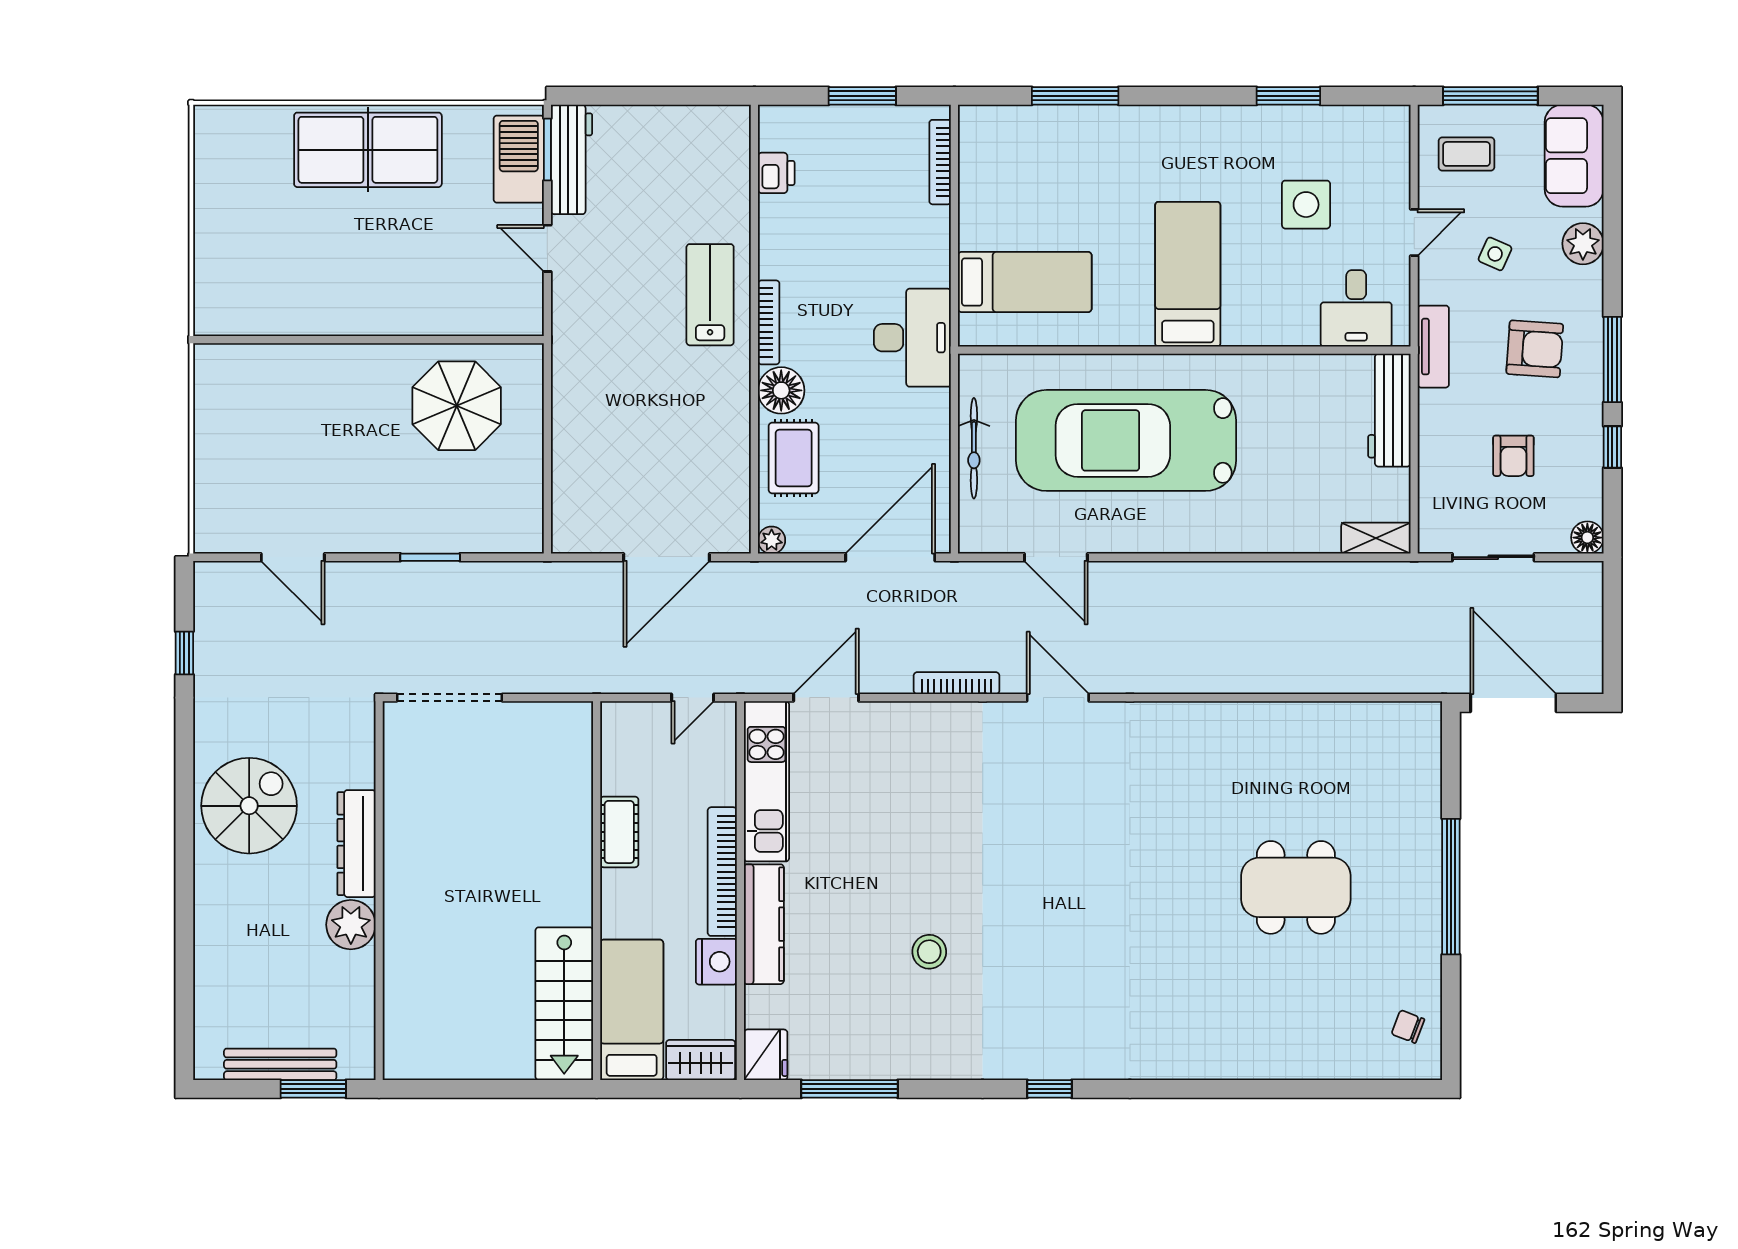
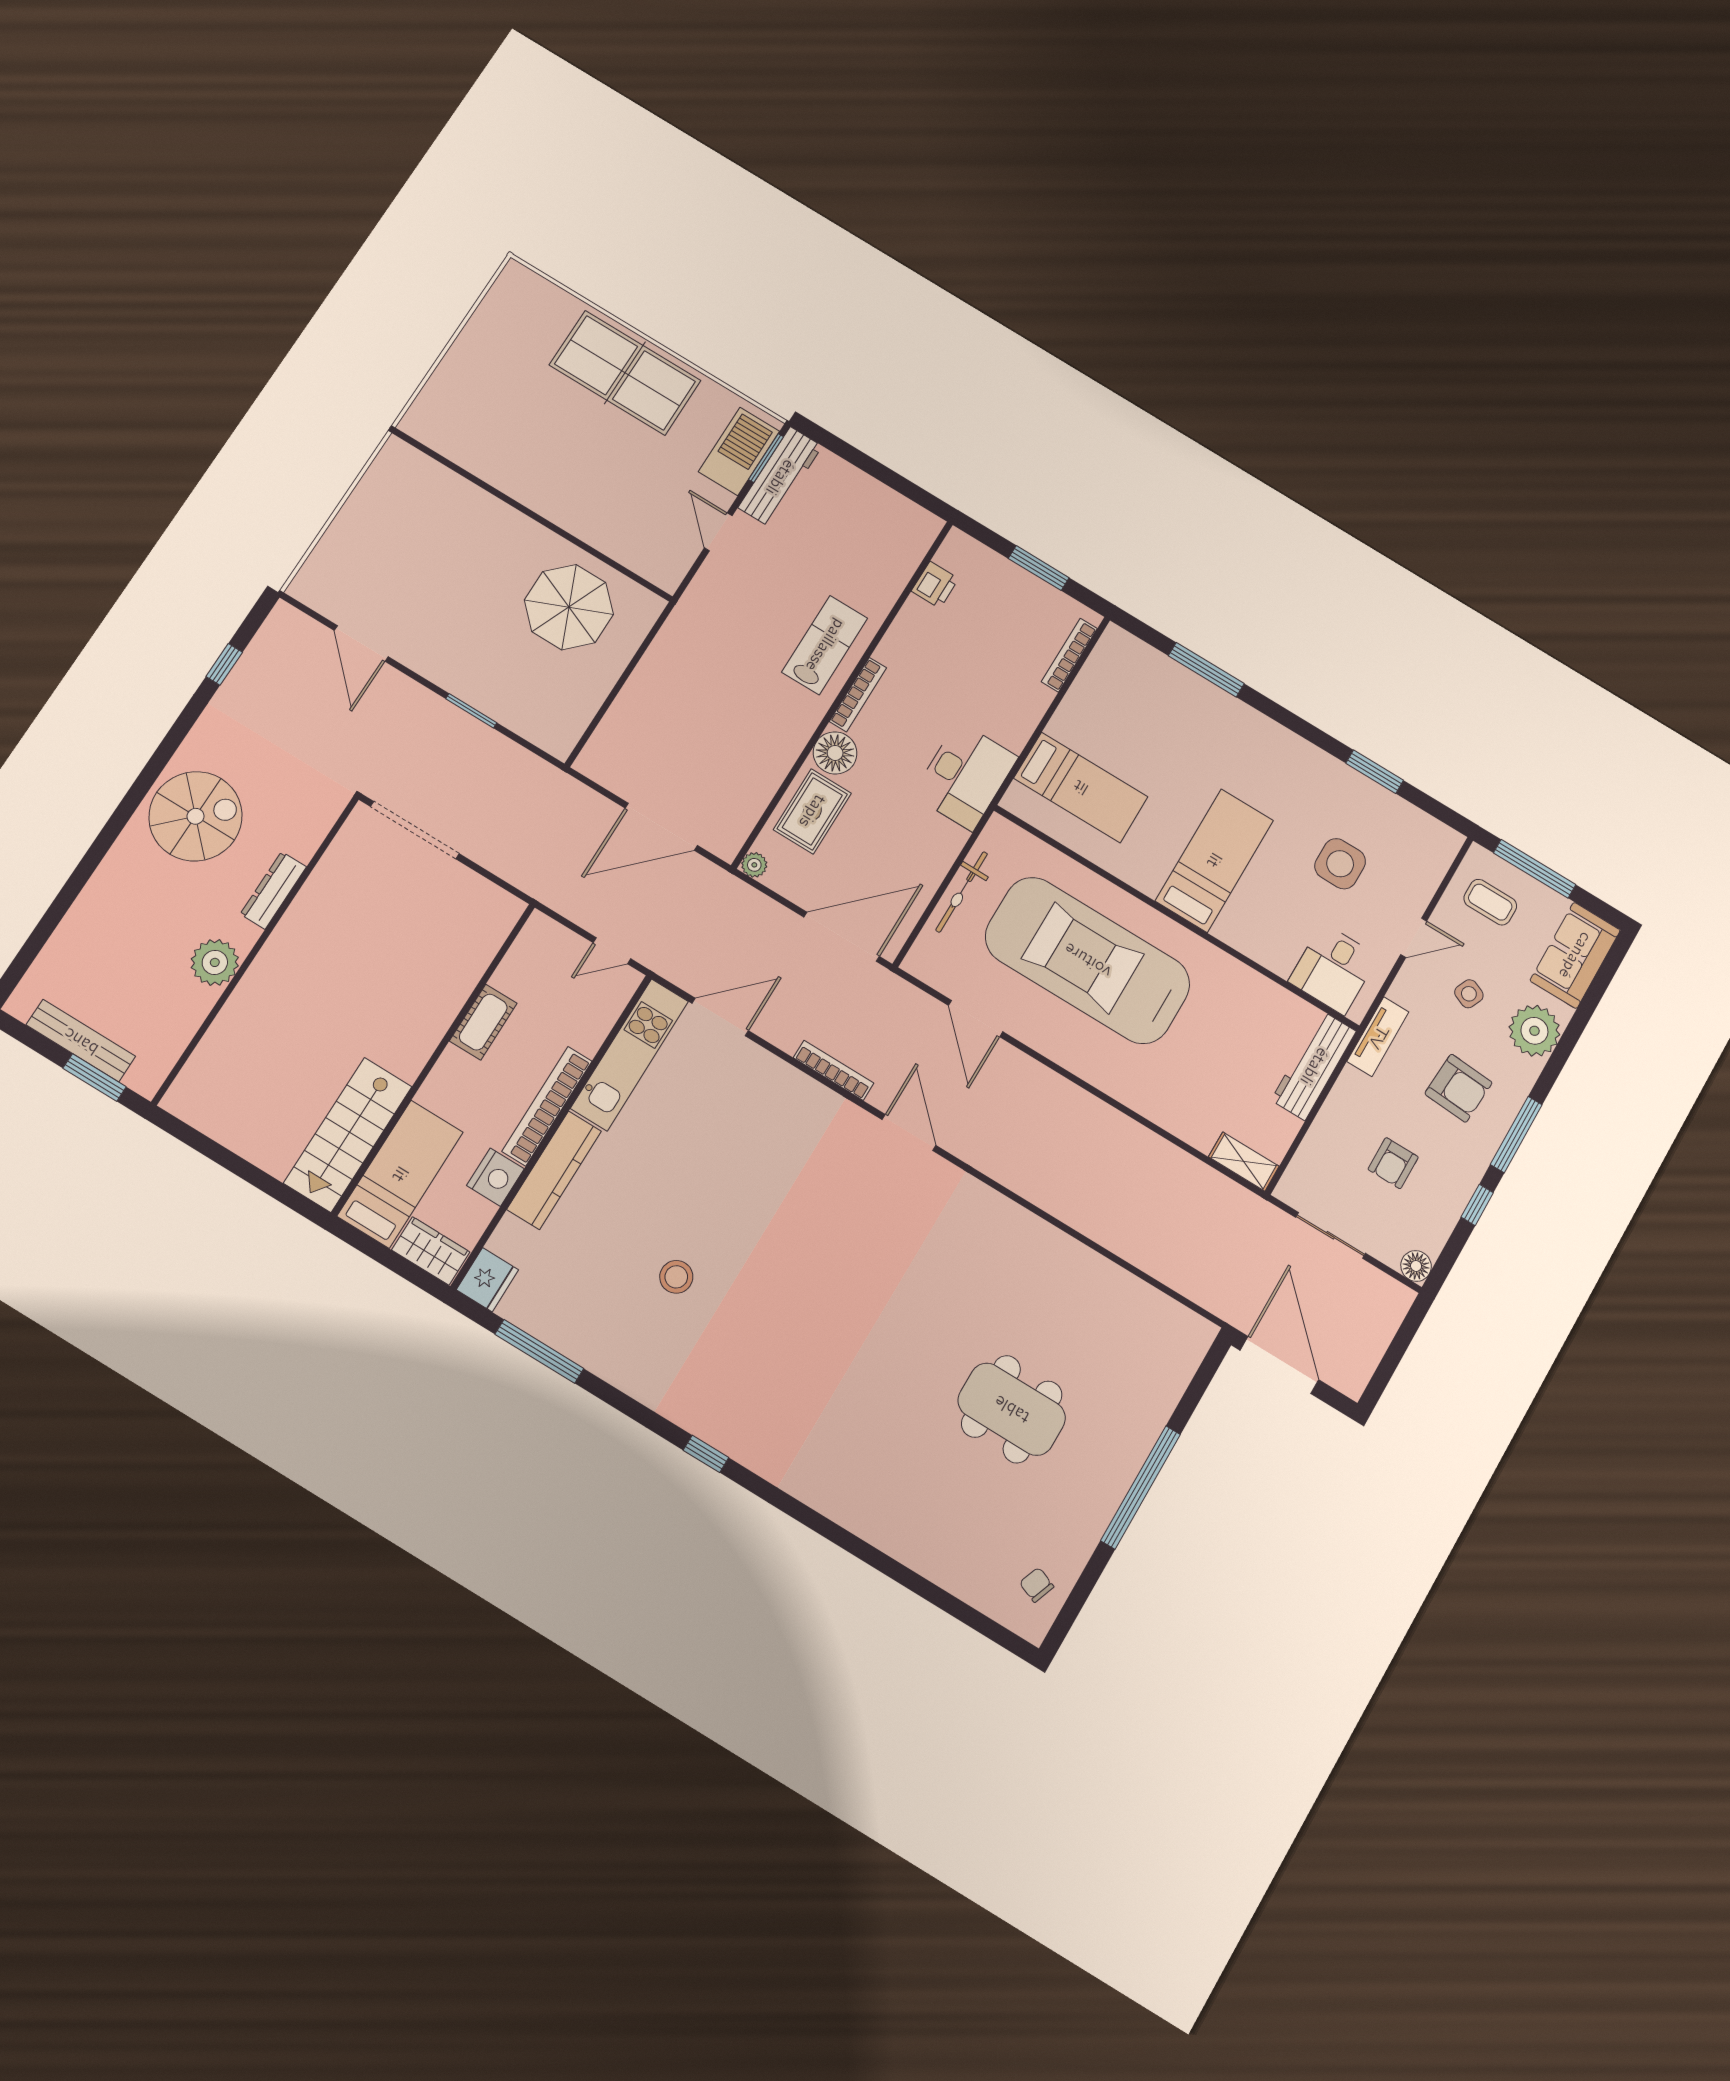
plant: (1583, 244) -> (1534, 1031), width x1.36, depth x1.36
dresser: (356, 844) -> (273, 890), width x0.73, depth x0.80

